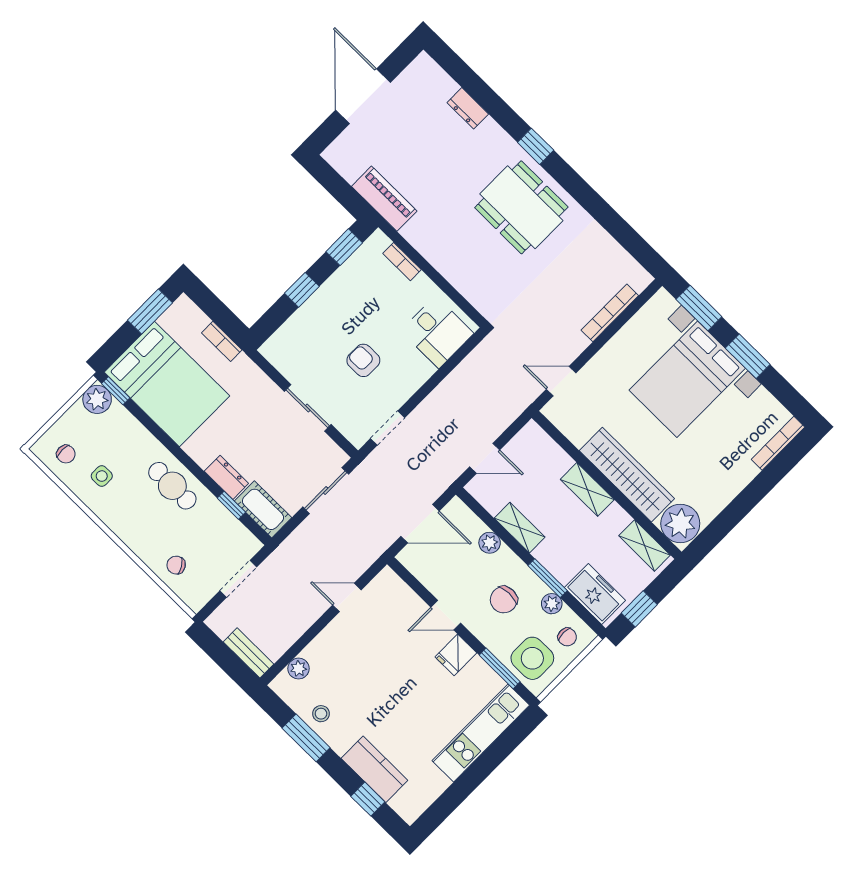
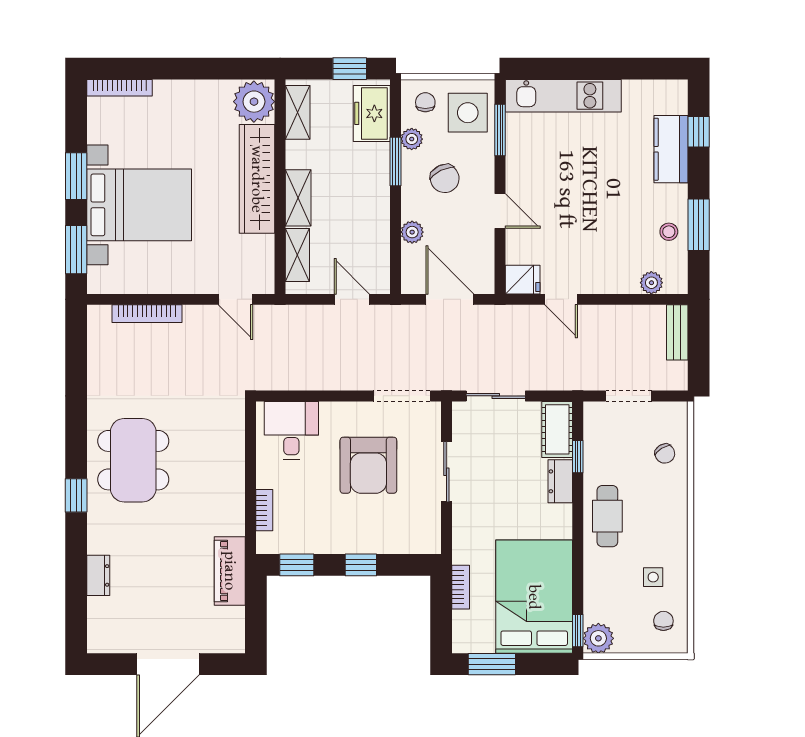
armchair: (363, 360) -> (368, 465), width x1.88, depth x1.88
doorway: (387, 428) -> (402, 396), width x1.38
shelving: (520, 528) -> (297, 255), moved
chair: (504, 600) -> (445, 179), turned 65
fridge: (456, 655) -> (523, 280), moved

